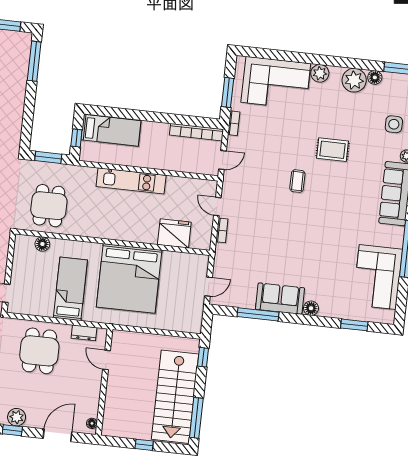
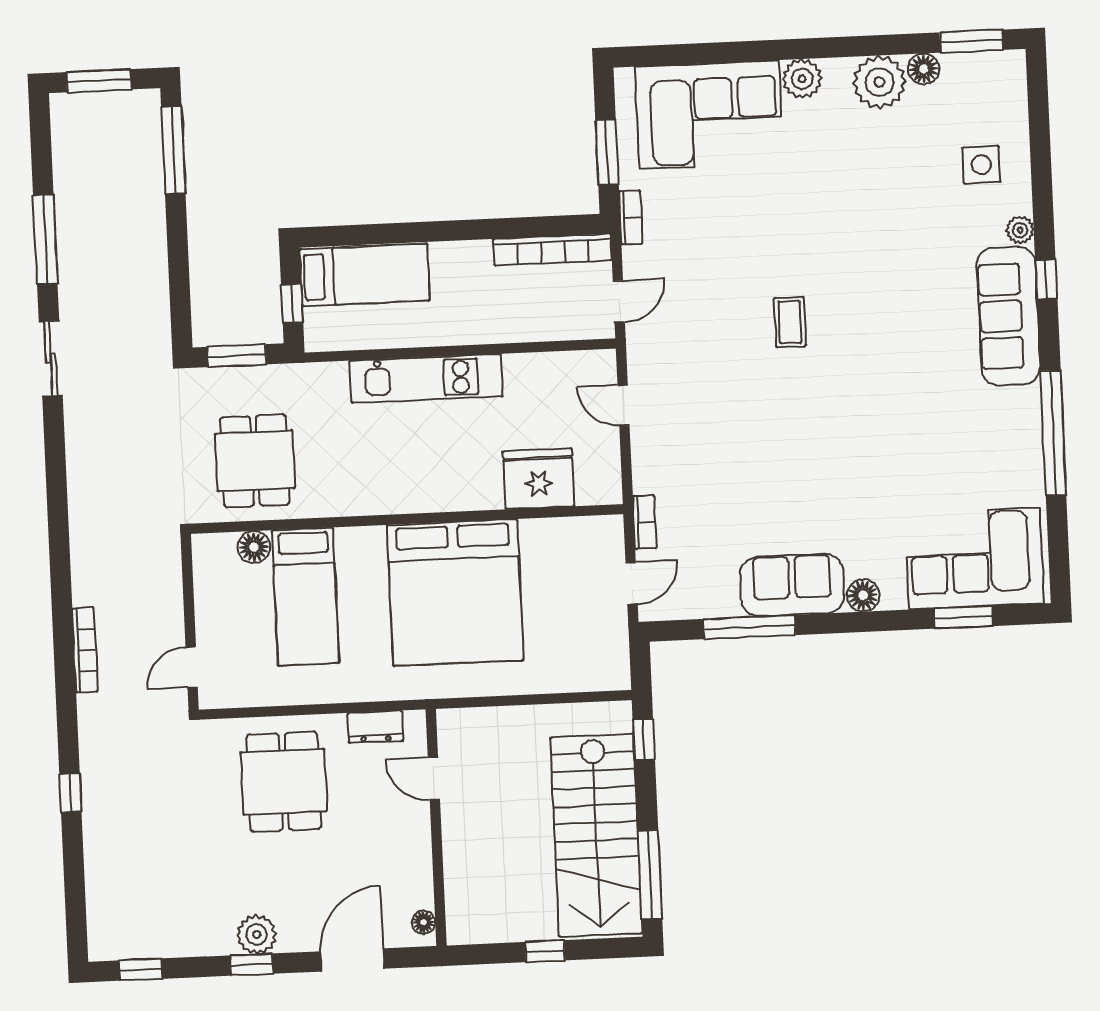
rug: (333, 150) -> (856, 241), removed
bookcase: (222, 230) -> (645, 522), moved
corner sofa: (378, 277) -> (974, 558), moved, turned 90
bed: (70, 289) -> (305, 597), moved, turned 180

